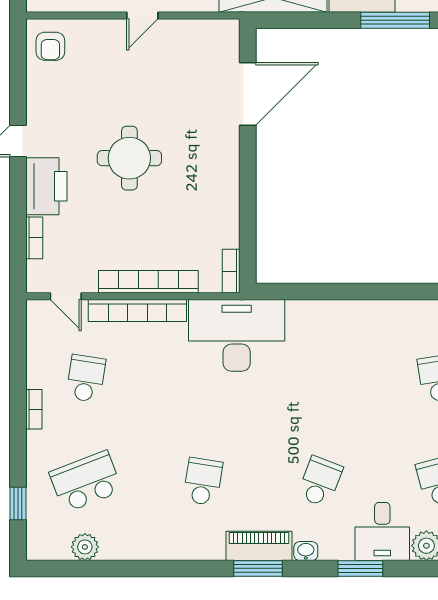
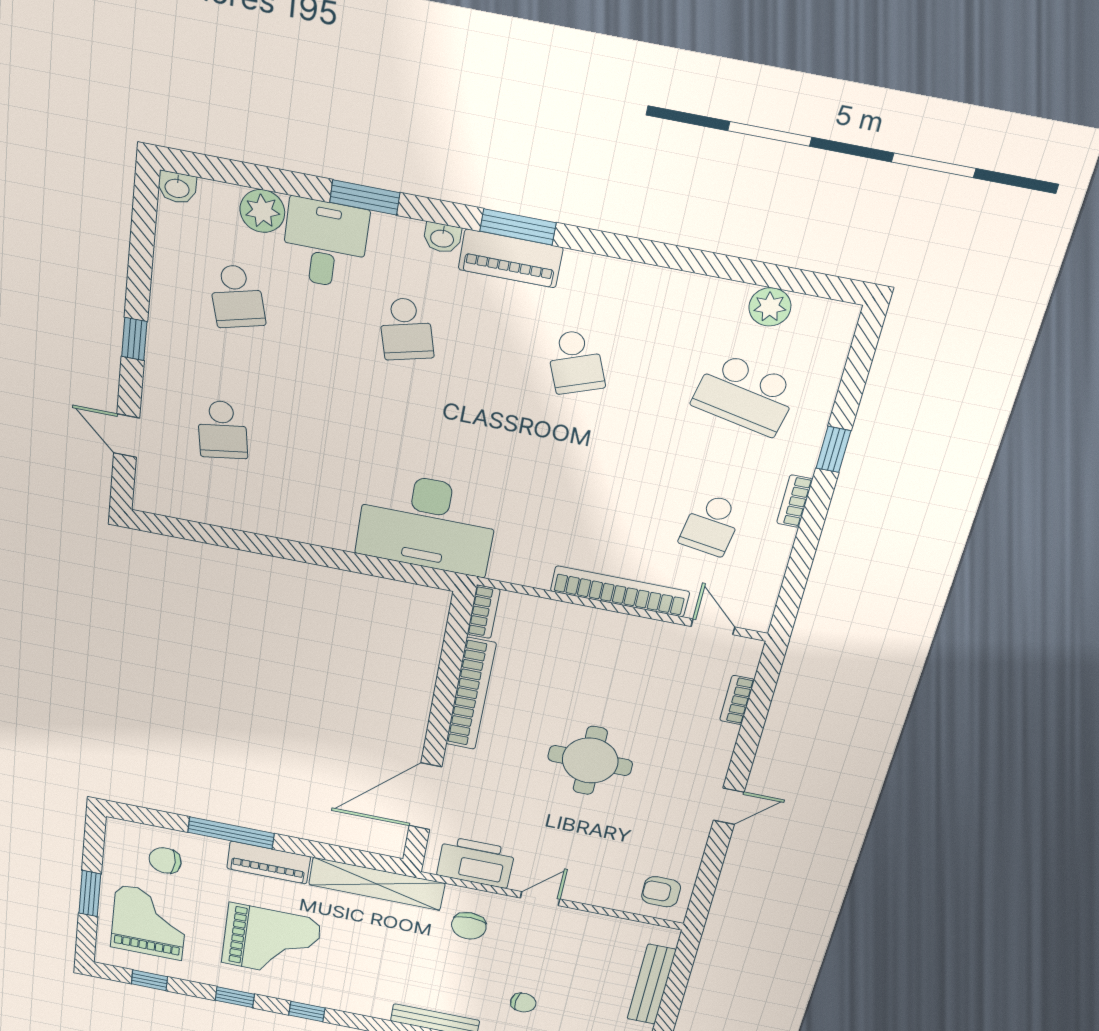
armchair: (50, 46) -> (661, 892), turned -90
printer: (46, 186) -> (476, 862), moved, turned 90
bookcase: (148, 282) -> (471, 694), moved, turned -90
desk: (237, 335) -> (427, 523), moved
school desk: (86, 482) -> (745, 395), turned 33
school desk: (203, 482) -> (575, 362), turned -30
school desk: (320, 482) -> (406, 329), turned -36
window: (18, 503) -> (833, 449), moved

